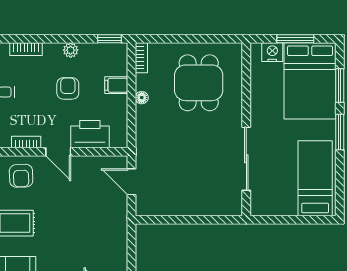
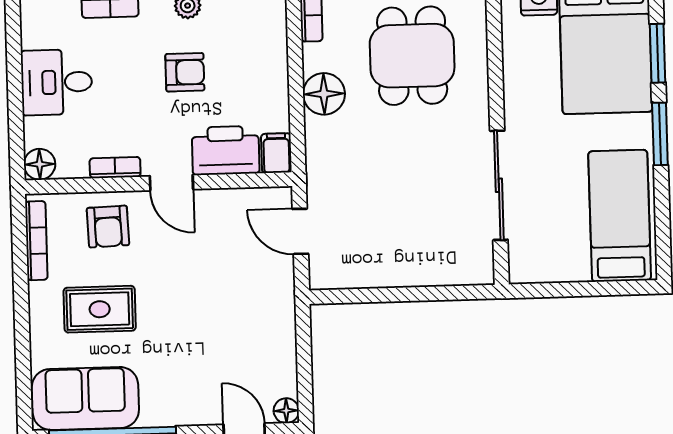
filing cabinet: (116, 85) -> (276, 153), moved, turned 90
armchair: (68, 88) -> (185, 72), turned 90
floor lamp: (142, 98) -> (324, 94), width x1.89, depth x1.89

